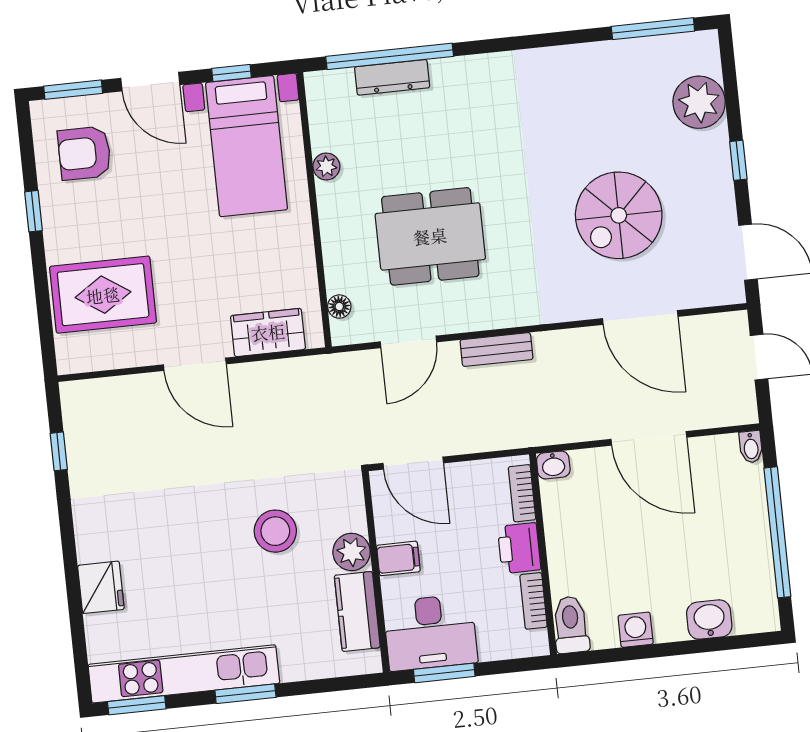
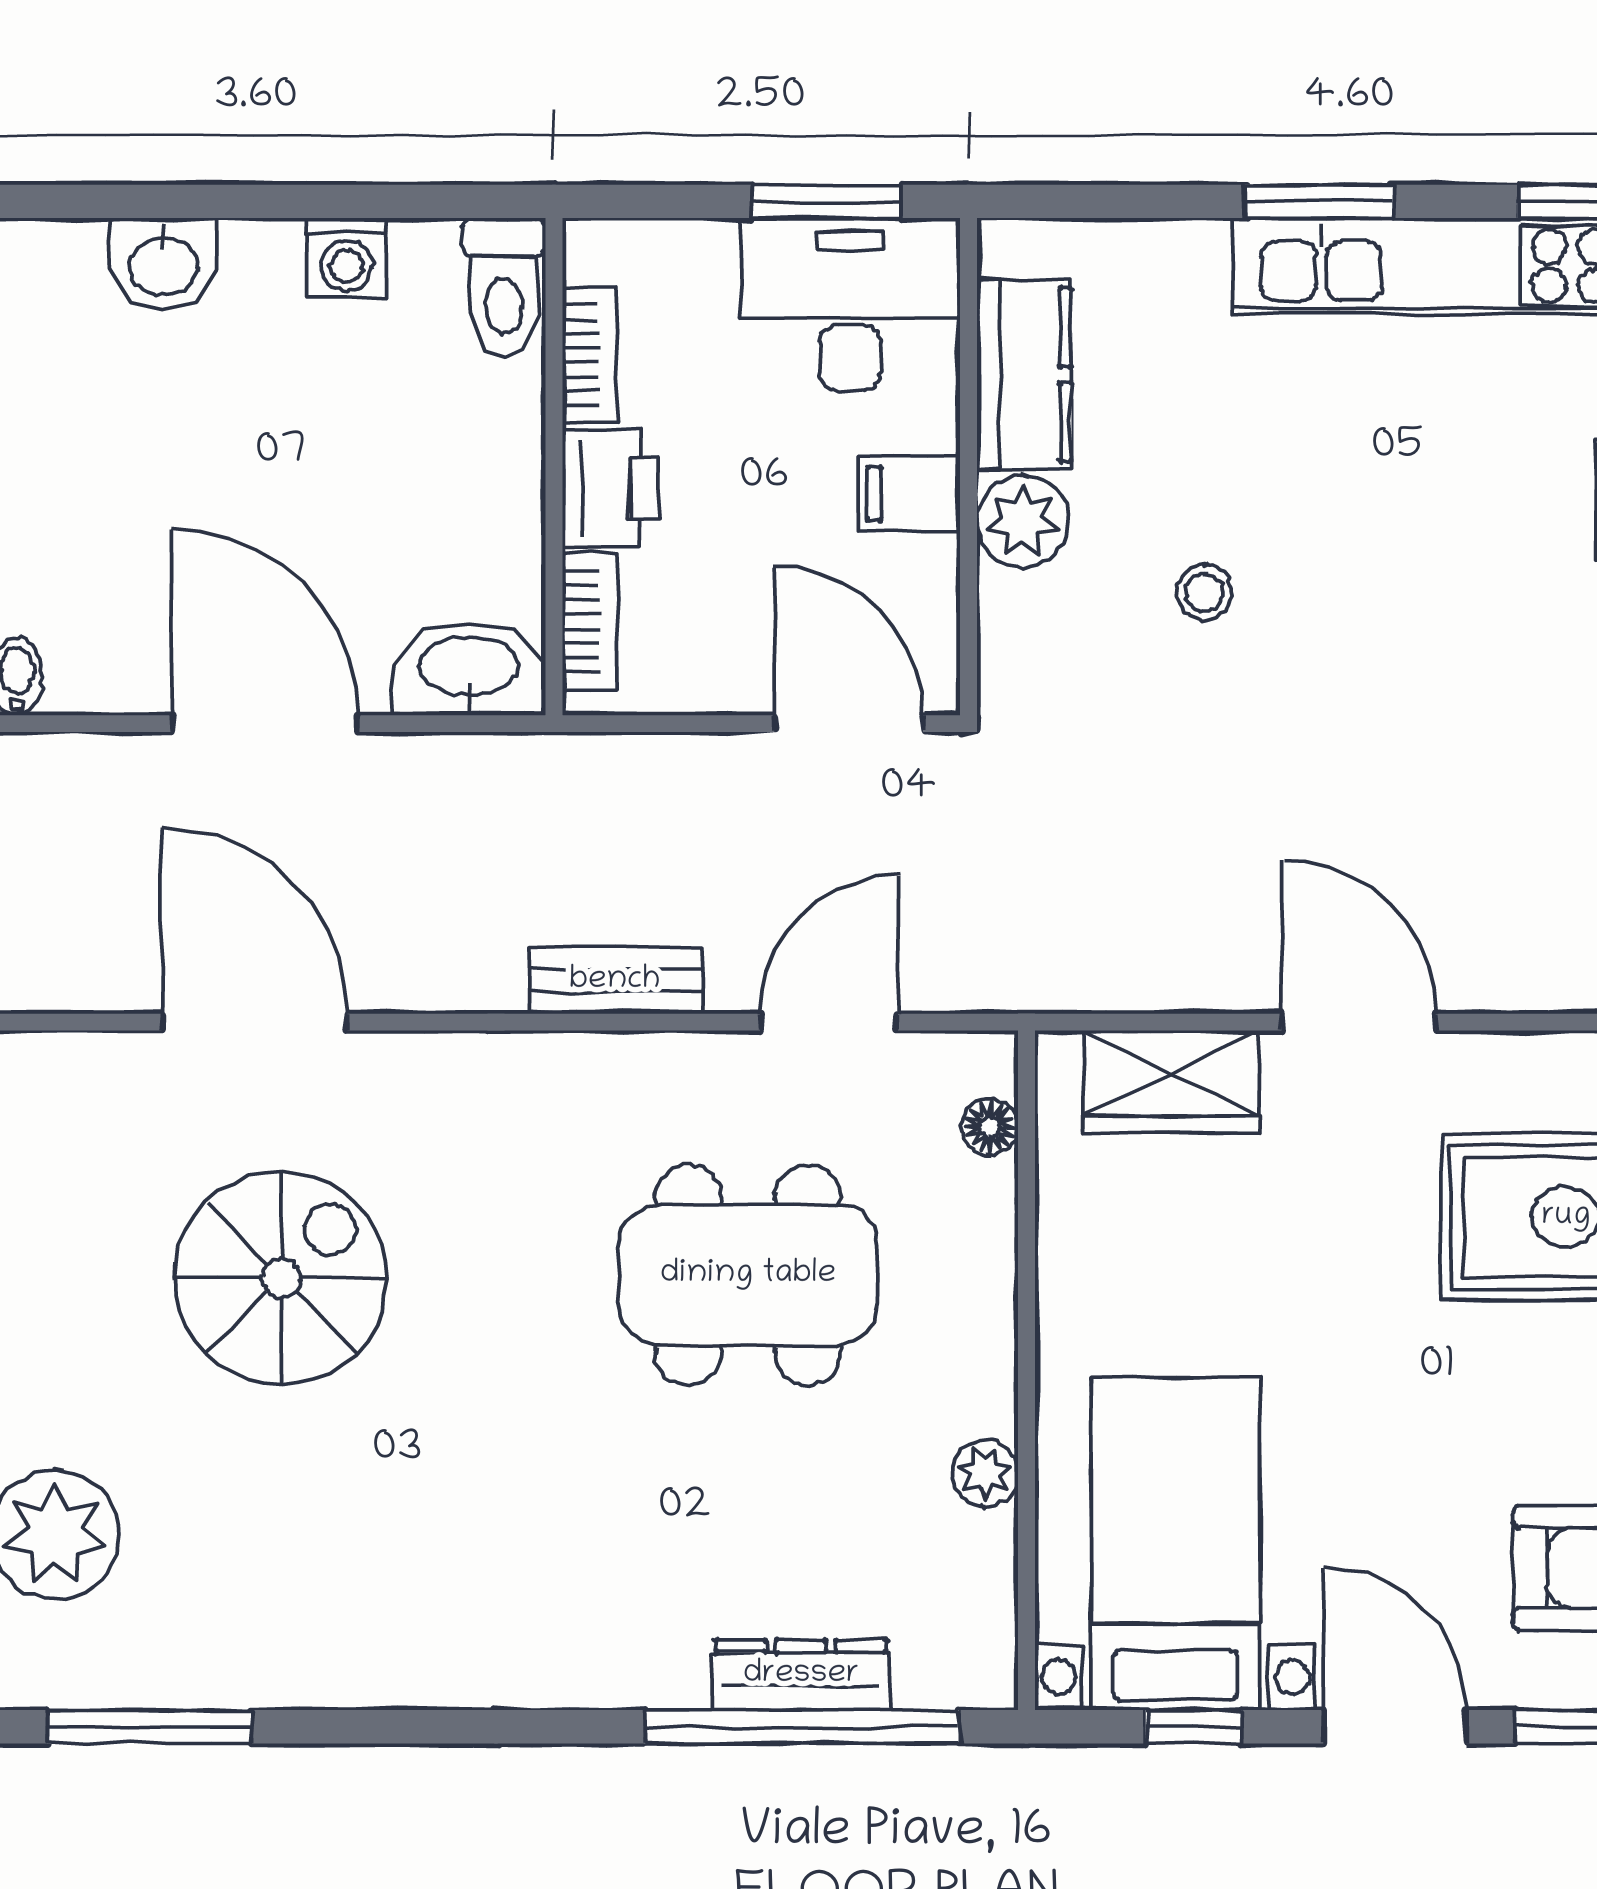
washbasin: (553, 465) -> (469, 669), width x1.91, depth x1.45
stool: (275, 531) -> (1204, 592), width x0.53, depth x0.53

